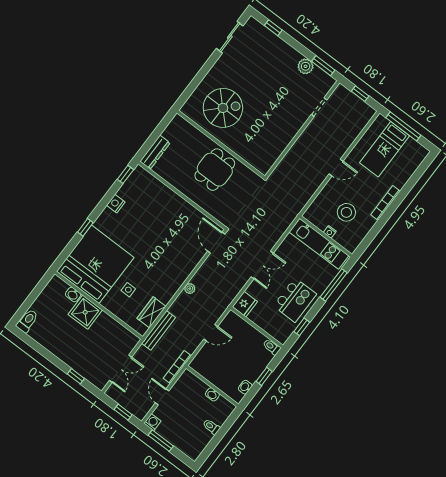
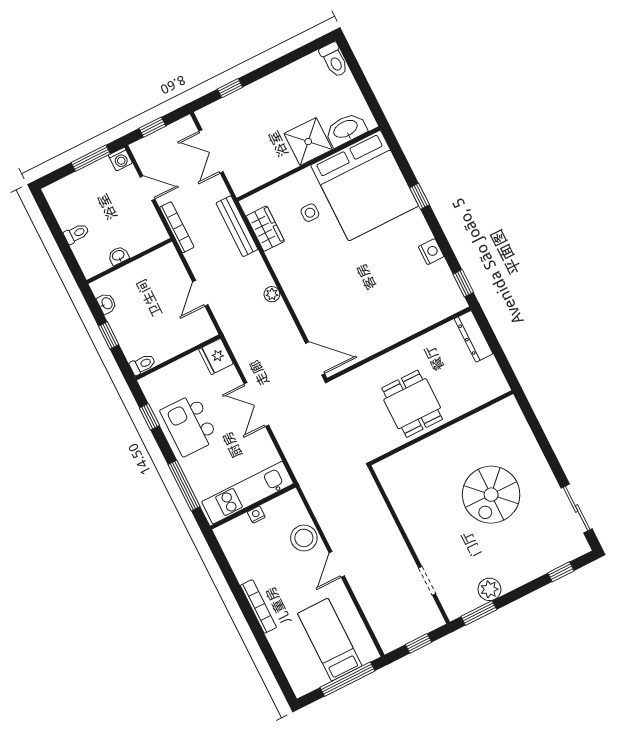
spiral stairs: (223, 108) -> (491, 495), moved
stool: (346, 212) -> (304, 538), moved
washbasin: (73, 295) -> (346, 129), width x1.91, depth x1.45

